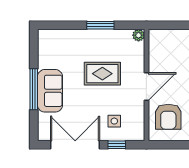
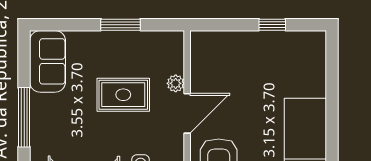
plant: (139, 35) -> (176, 83), moved
sofa: (50, 91) -> (48, 61), moved

